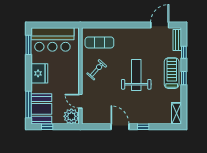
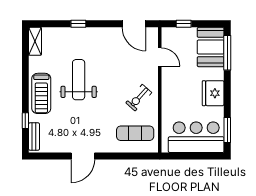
door: (160, 25) -> (83, 156), moved
weight bench: (136, 75) -> (79, 80), moved, turned 180
window: (184, 78) -> (25, 87), removed
plant: (71, 116) -> (172, 37), removed
window: (47, 127) -> (184, 24), moved
door: (120, 127) -> (134, 24), moved

